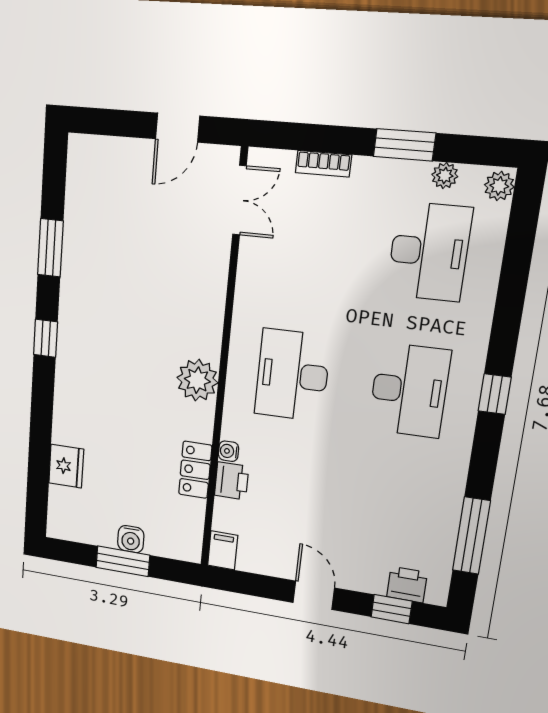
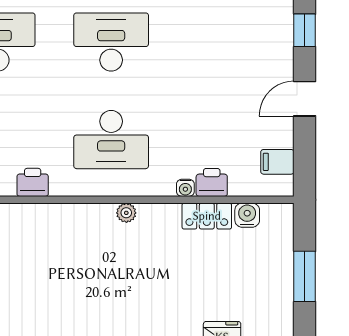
plant: (197, 380) -> (126, 213), width x0.53, depth x0.53
water cooler: (131, 539) -> (247, 215), moved, turned -90
filing cabinet: (223, 550) -> (277, 162), moved
printer: (407, 585) -> (33, 182), moved, turned 90

